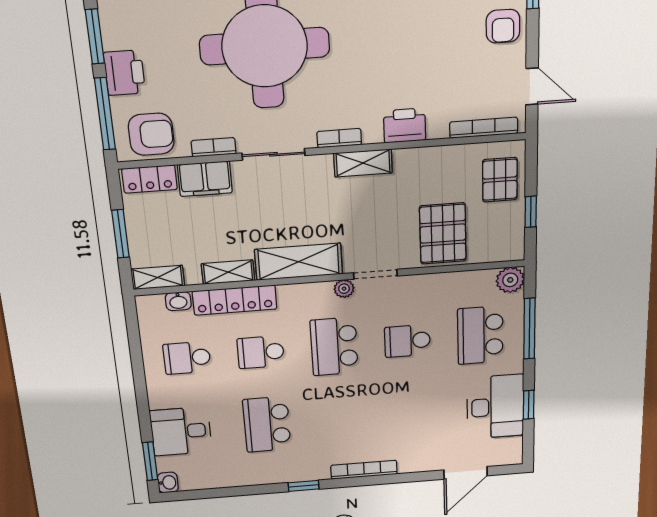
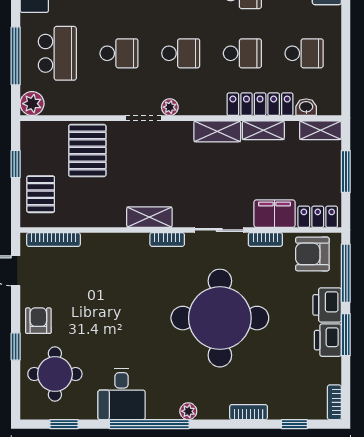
printer: (405, 126) -> (328, 340), moved, turned 90
shelving: (299, 262) -> (217, 131), width x0.67, depth x0.75
school desk: (334, 347) -> (181, 53), width x0.54

